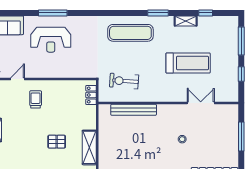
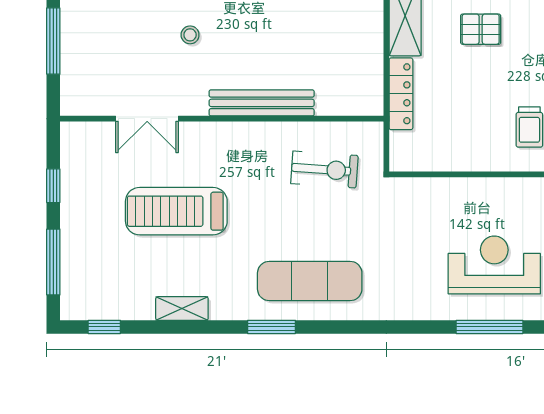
window: (158, 13) -> (271, 327), moved
window: (206, 13) -> (104, 327), moved
locker: (91, 95) -> (401, 94), moved, width x1.53
bench: (134, 110) -> (262, 103), moved

